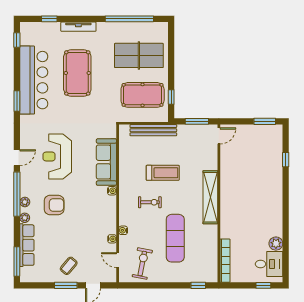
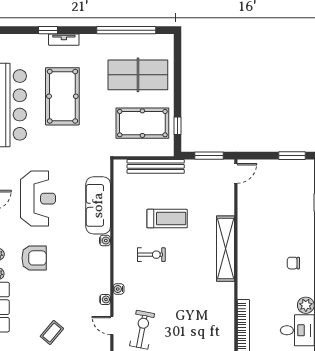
window: (49, 19) -> (48, 30), moved
tv unit: (78, 27) -> (64, 40), width x0.71
reception desk: (57, 157) -> (38, 199), turned 180
chair: (266, 209) -> (293, 263), added
exercise mat: (175, 238) -> (182, 299), removed

